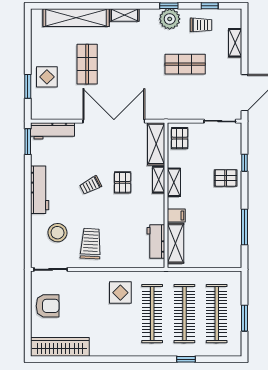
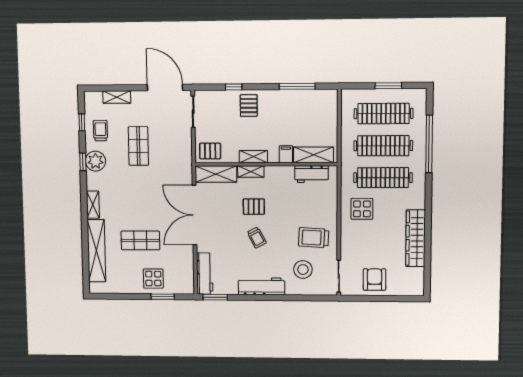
wardrobe: (60, 347) -> (415, 238), moved
window: (186, 359) -> (429, 144), width x3.17

